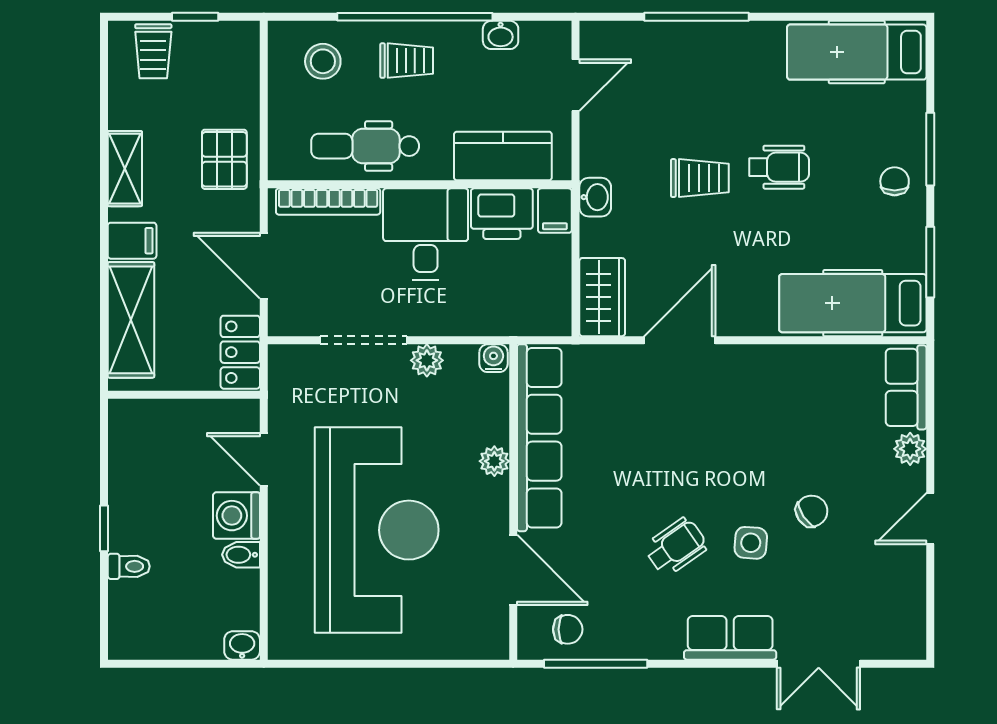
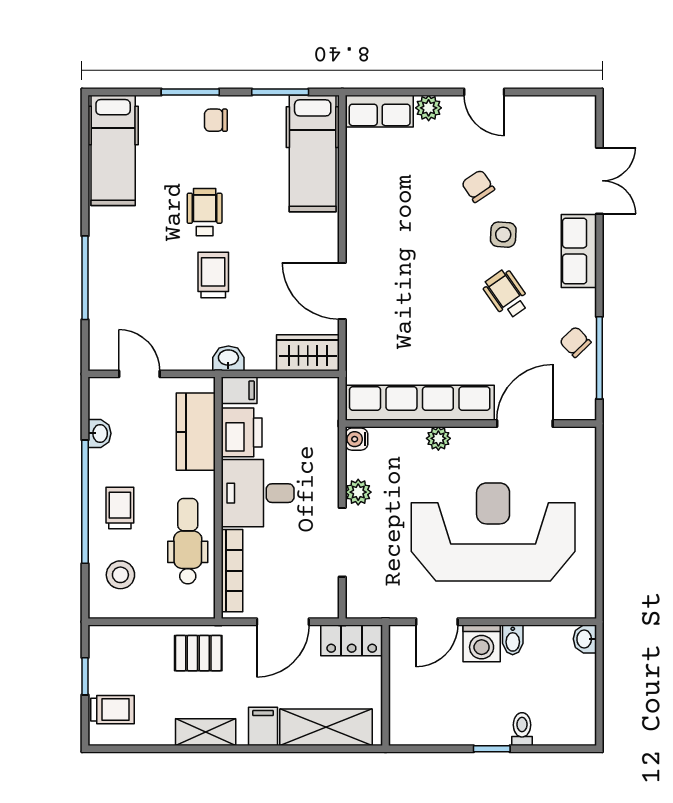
dental chair: (365, 146) -> (188, 541), turned 180
chair: (568, 629) -> (575, 342), moved, turned -44

